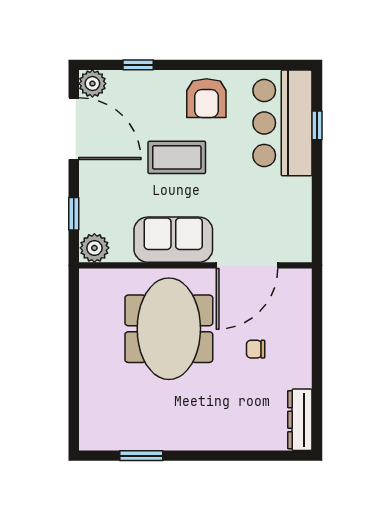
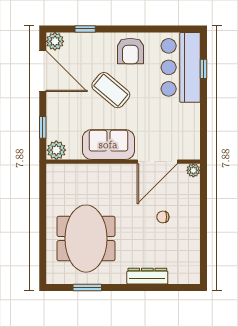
coffee table: (177, 157) -> (111, 90), turned 40
plant: (302, 279) -> (193, 170), added
meeting table: (169, 329) -> (86, 239), moved
dresser: (300, 420) -> (147, 276), moved, turned 90

